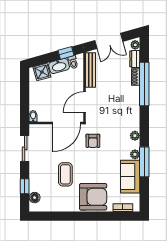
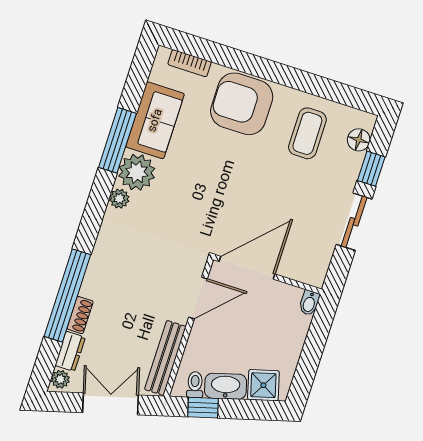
armchair: (93, 141) -> (206, 215), removed
sliding door: (25, 148) -> (354, 222), moved
plant: (135, 154) -> (137, 172), width x1.87, depth x1.87
coffee table: (65, 174) -> (307, 133), moved

